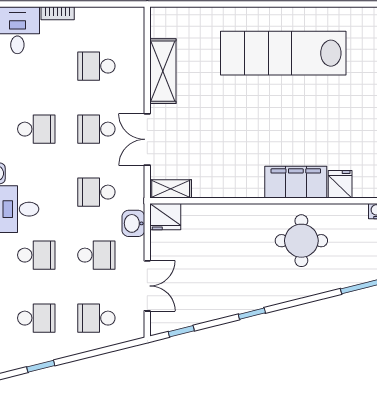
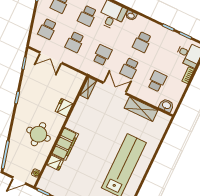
school desk: (96, 129) -> (130, 68), turned 180
fridge: (165, 217) -> (64, 108), moved
washbasin: (133, 223) -> (166, 105), moved
school desk: (96, 318) -> (47, 29), turned 180

